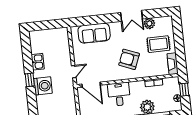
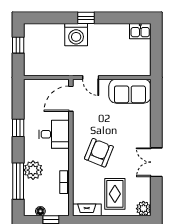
plant: (149, 24) -> (143, 209), moved
sofa: (94, 33) -> (130, 91), moved, turned -90
kitchen sink: (38, 62) -> (140, 31), moved

